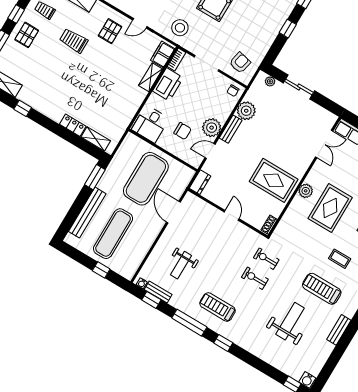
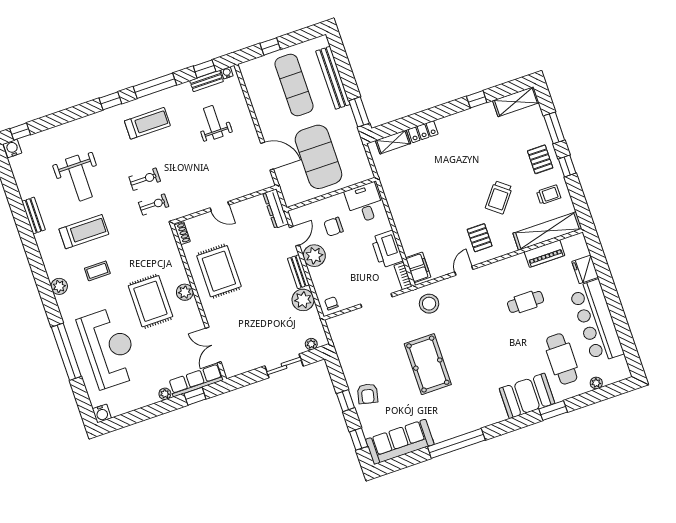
trolley: (74, 41) -> (499, 197), turned 128
armchair: (240, 63) -> (368, 394), moved
shelving: (151, 77) -> (407, 239), removed
rug: (274, 180) -> (219, 271), turned 90
dresser: (200, 182) -> (276, 209), width x1.44

